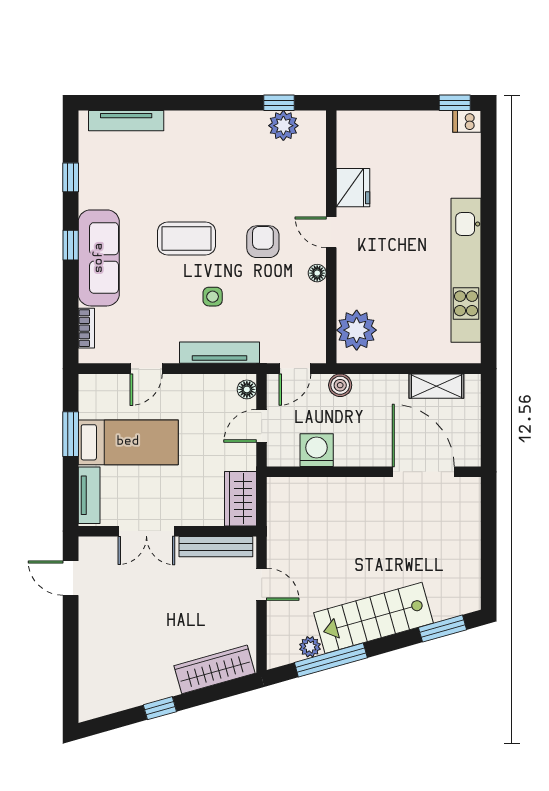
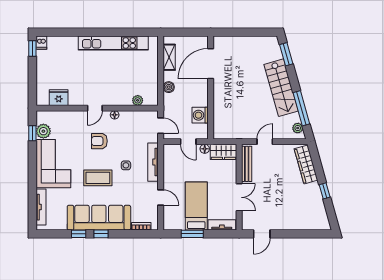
corner sofa: (216, 146) -> (53, 164), added
window: (71, 177) -> (79, 234), moved
fridge: (353, 188) -> (59, 98), moved
coffee table: (187, 238) -> (98, 178), turned 90
sofa: (99, 258) -> (99, 218), width x1.36, depth x1.27
plant: (357, 330) -> (138, 100), width x0.53, depth x0.53
boiler: (340, 385) -> (169, 87), moved
floor lamp: (247, 389) -> (205, 149), moved
plant: (310, 647) -> (298, 128), moved

